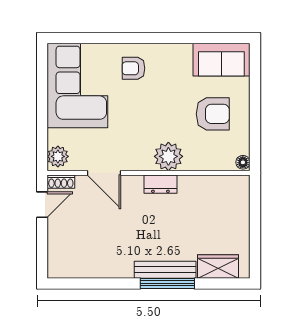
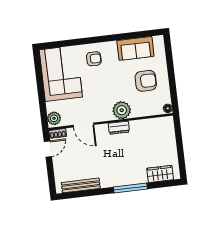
sofa: (221, 60) -> (135, 48), moved
armchair: (133, 68) -> (94, 59), turned 180
bench: (165, 270) -> (81, 185), moved

